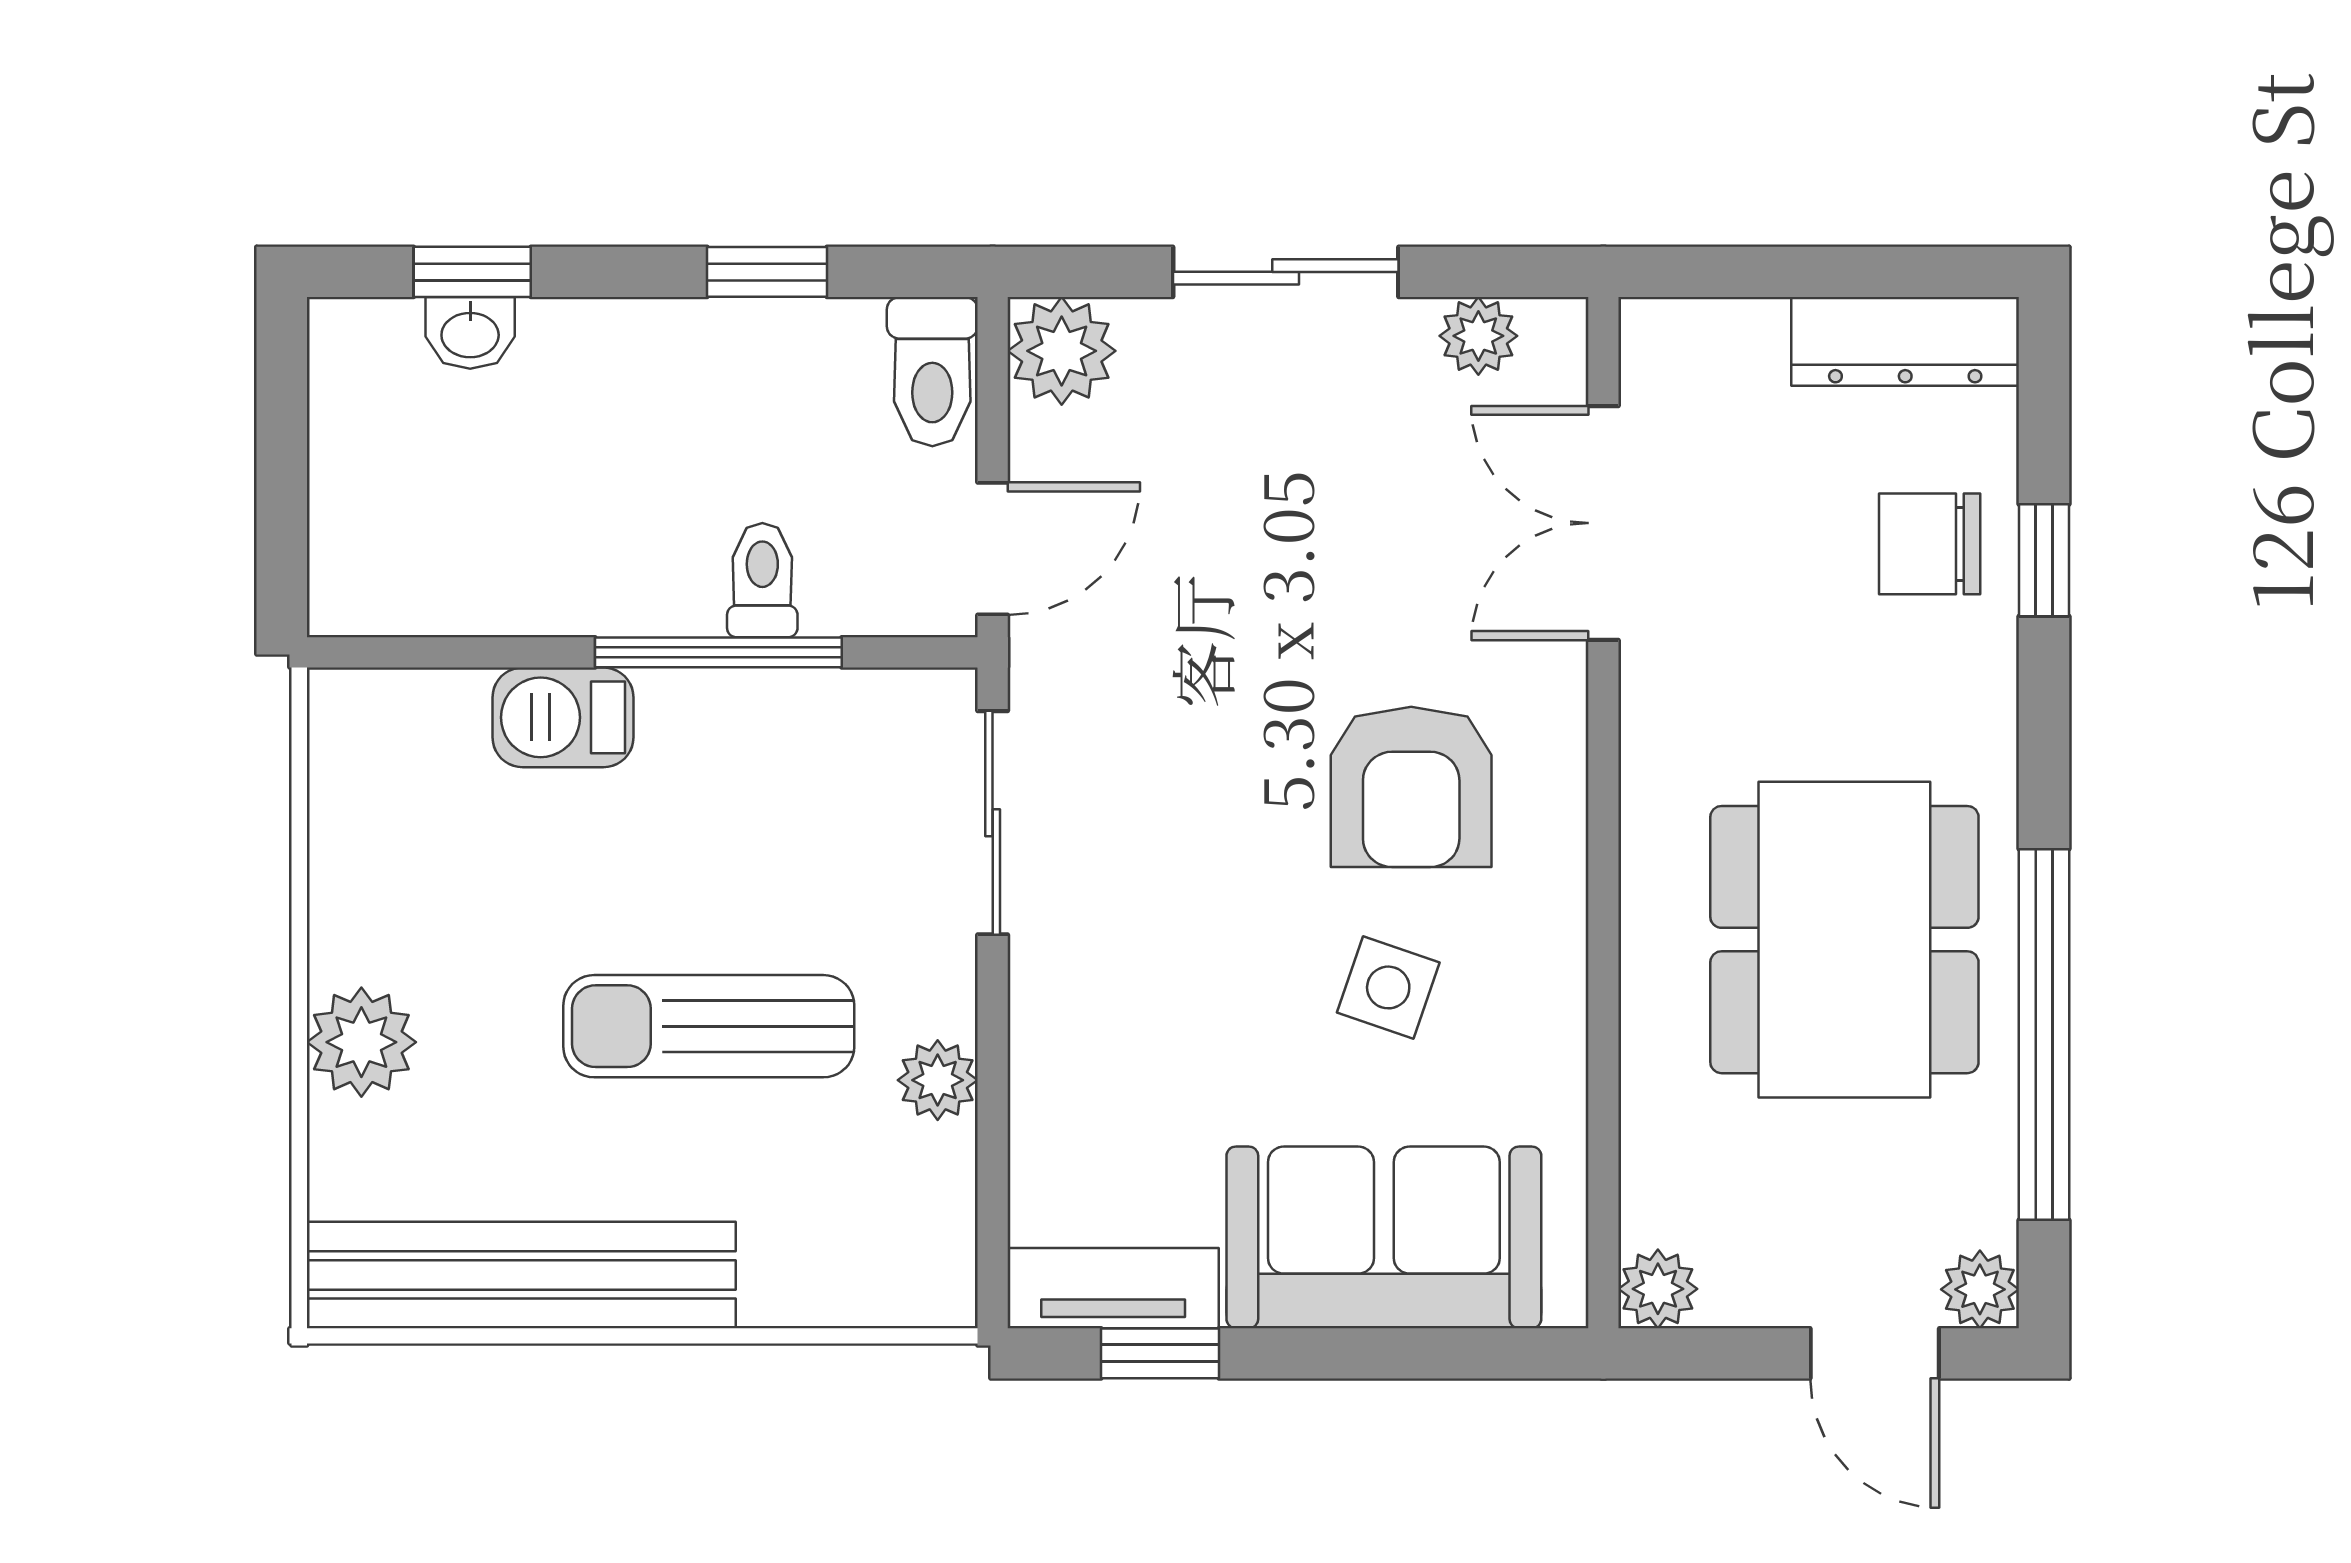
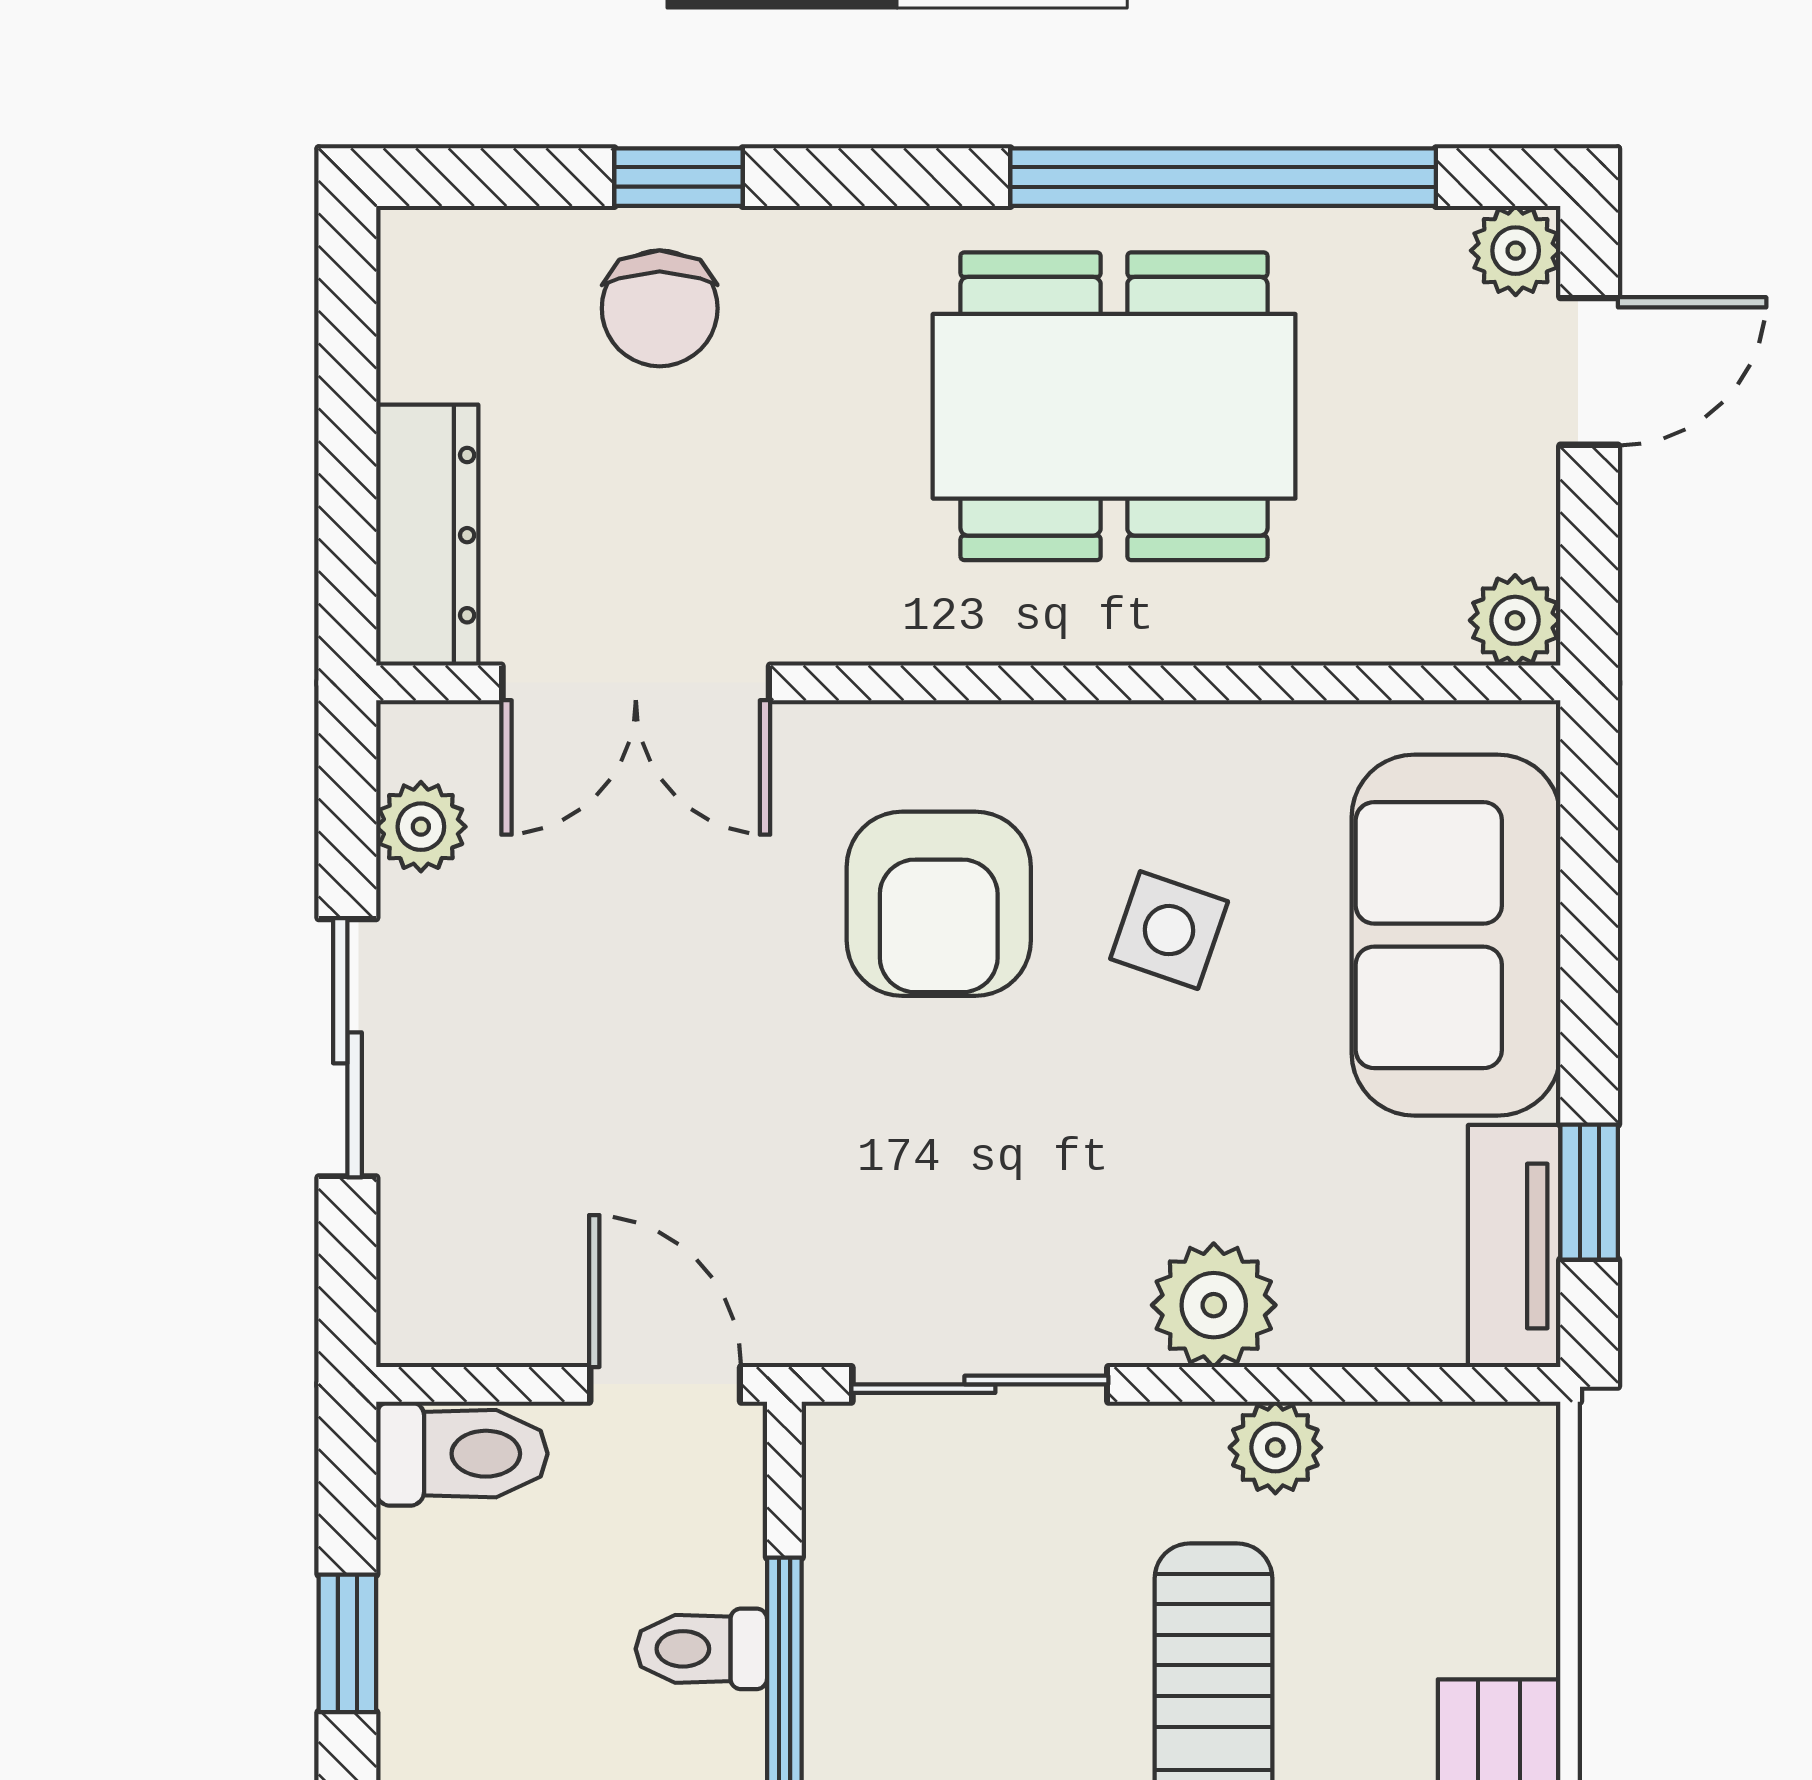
dresser: (1905, 341) -> (427, 535), moved
plant: (1062, 351) -> (1214, 1305), moved
armchair: (1411, 787) -> (939, 904), turned 90

